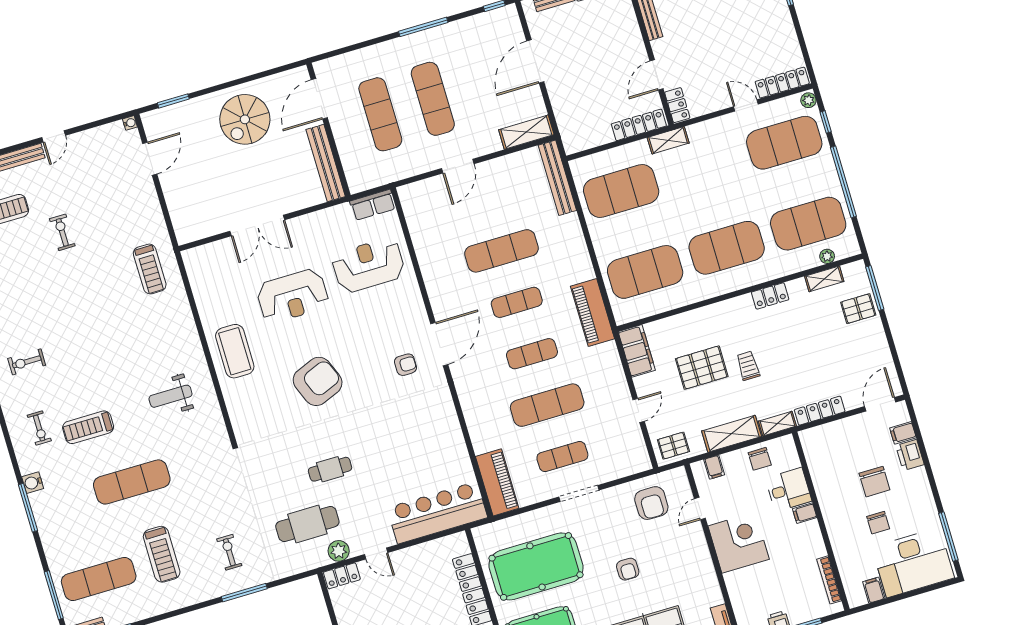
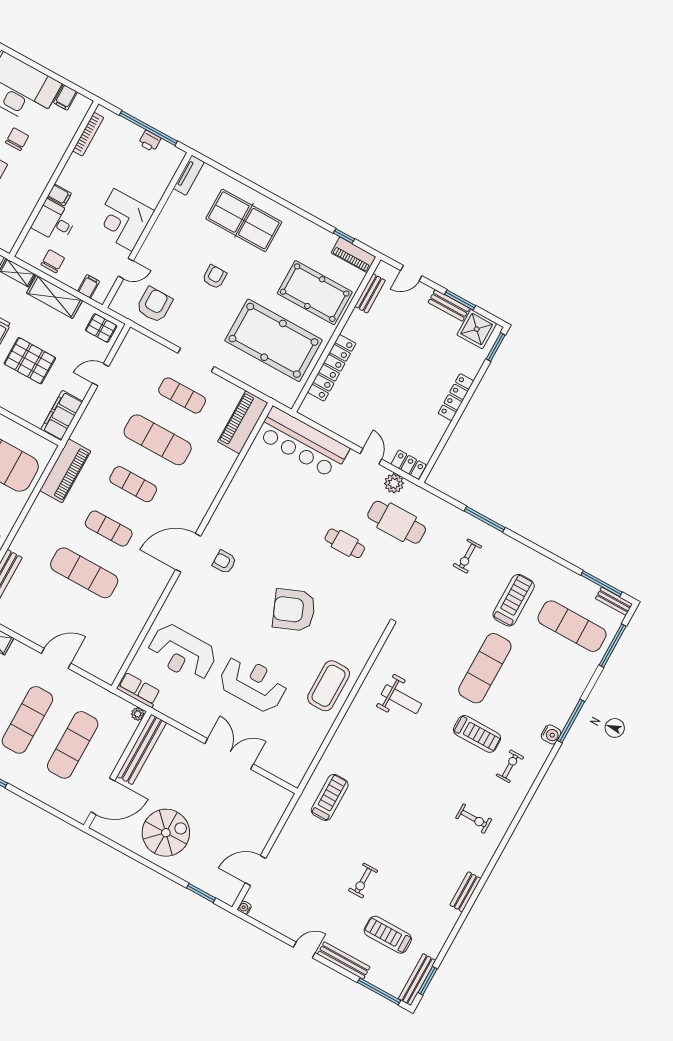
plant: (355, 186) -> (138, 714), added
exercise mat: (132, 482) -> (485, 668), turned 90

